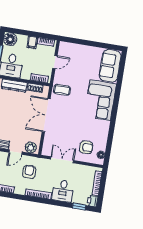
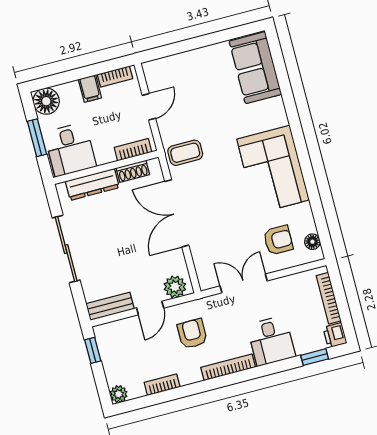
corner sofa: (100, 100) -> (273, 170), moved

